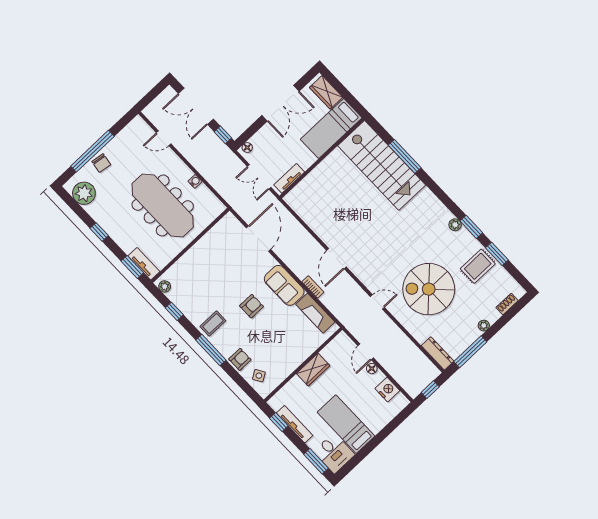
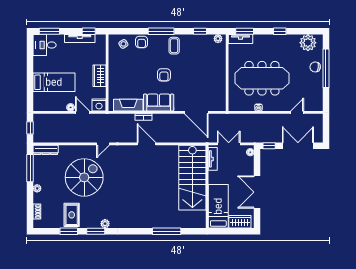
stairs: (382, 165) -> (192, 178), moved, turned -90
nightstand: (387, 390) -> (99, 105), moved
bed: (346, 424) -> (54, 82), moved

